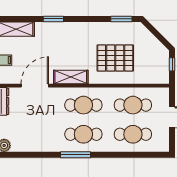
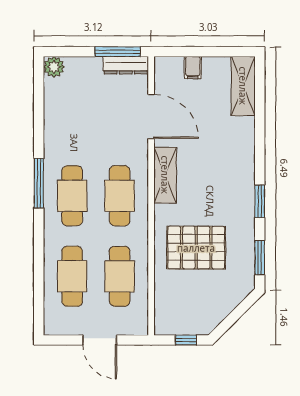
window: (53, 19) -> (260, 201), moved
pallet: (115, 58) -> (196, 248), turned 90

